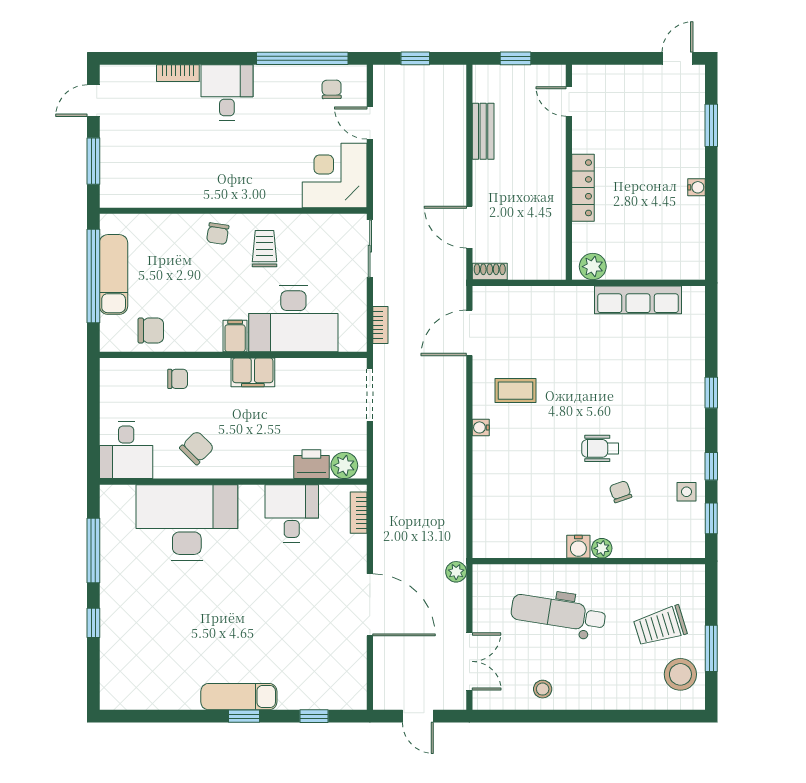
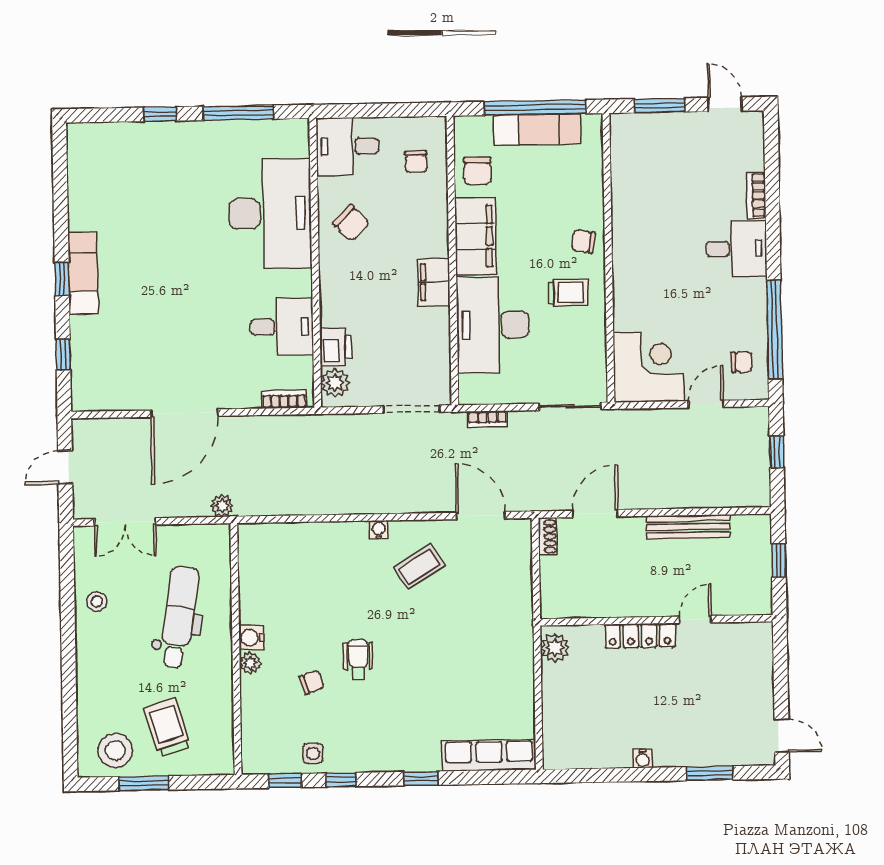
door: (569, 101) -> (695, 619), moved
bench: (483, 131) -> (688, 527), width x1.36
row of seats: (638, 300) -> (489, 755), moved, turned 90
filing cabinet: (235, 336) -> (475, 236), width x3.00, depth x1.17
chair: (178, 379) -> (416, 162), moved
coffee table: (516, 391) -> (419, 567), turned 58

